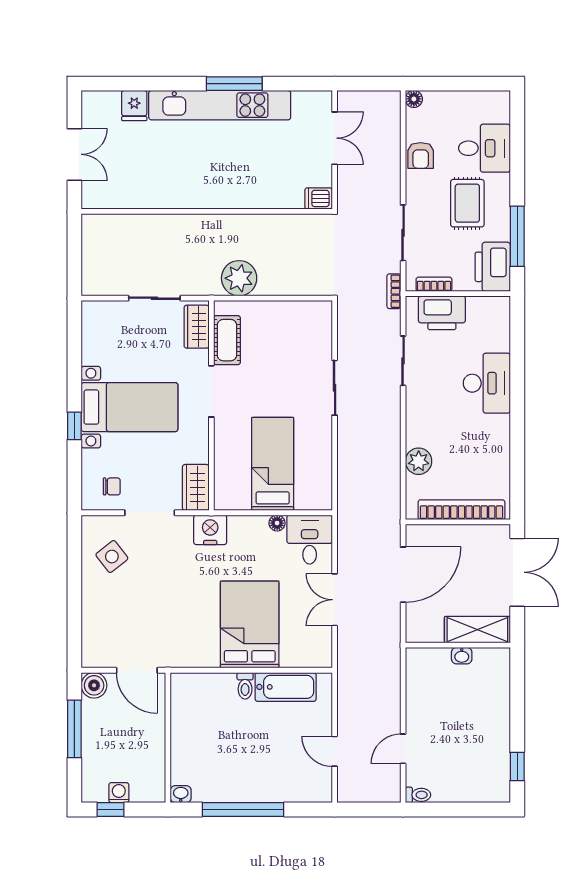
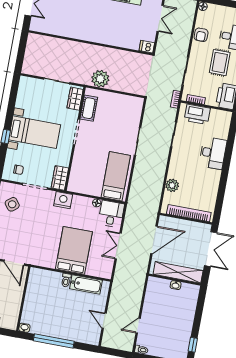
bed: (273, 464) -> (116, 176), moved
shelving: (477, 630) -> (178, 272), width x1.47

